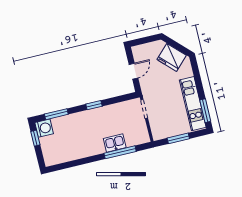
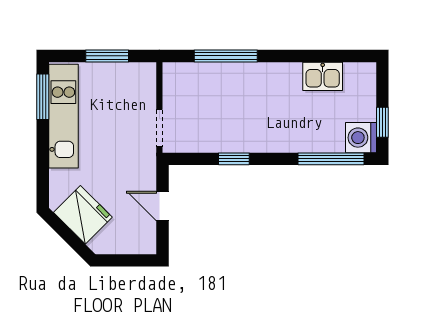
door: (134, 71) -> (163, 206), hinge flipped
window: (94, 105) -> (234, 159), moved
window: (56, 114) -> (331, 159), width x1.44
kitchen sink: (115, 143) -> (323, 76), moved

